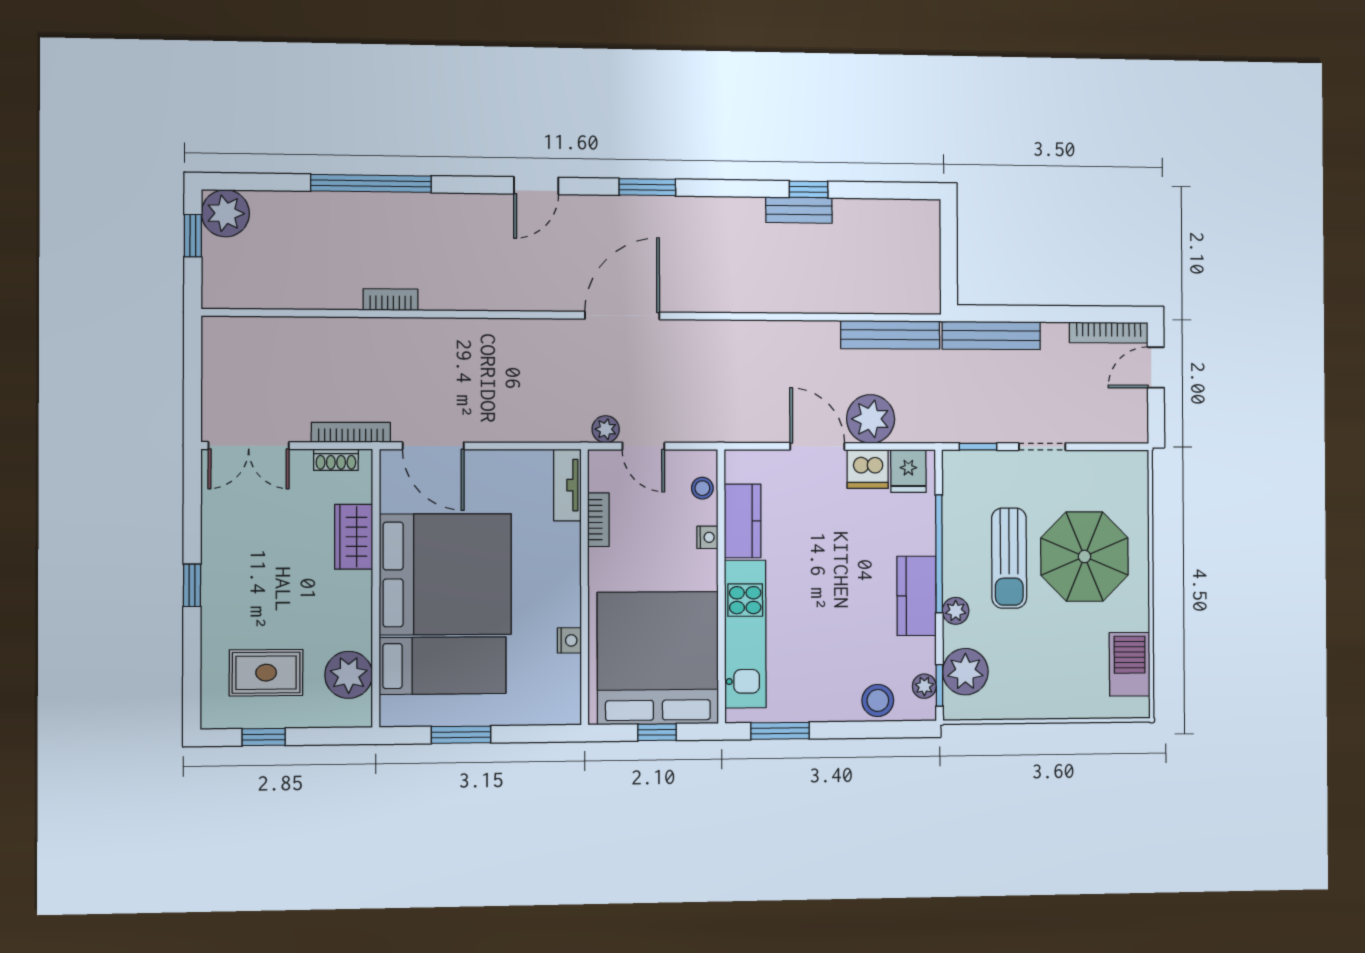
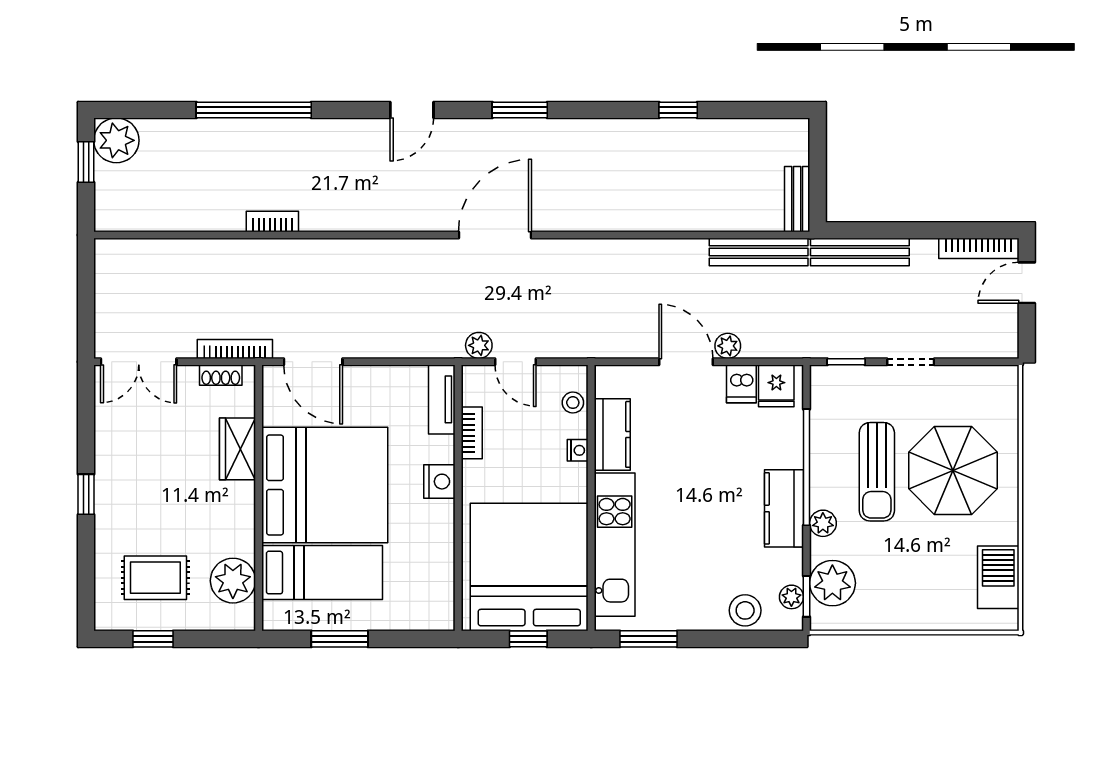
bench: (799, 210) -> (797, 199), moved, turned 90
plant: (871, 419) -> (728, 346), width x0.53, depth x0.53
dishwasher: (868, 469) -> (741, 384), width x0.73
nightstand: (569, 640) -> (439, 482), moved, width x1.39, depth x1.35

